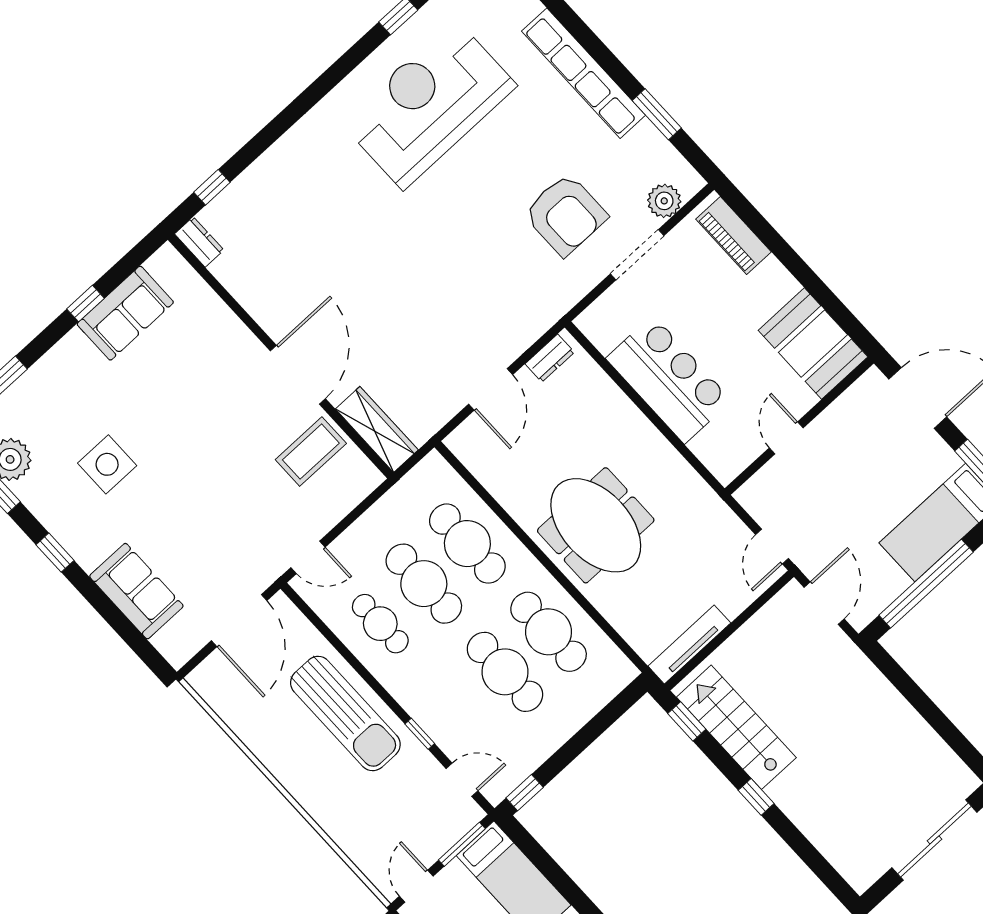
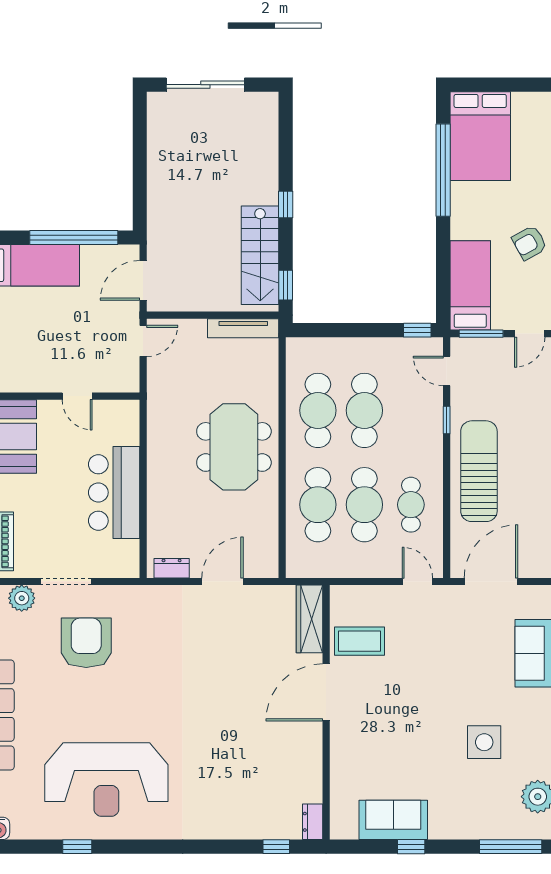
door: (786, 438) -> (77, 396), hinge flipped

